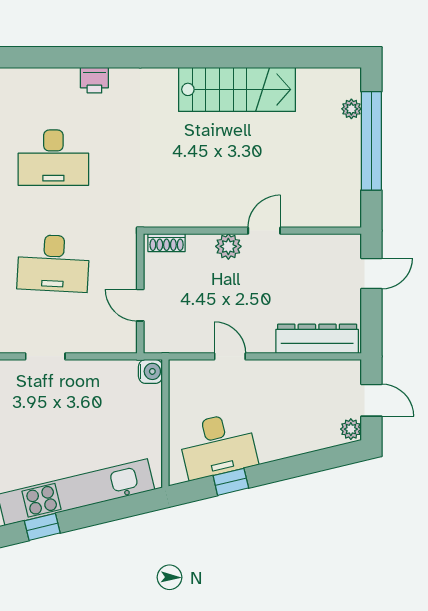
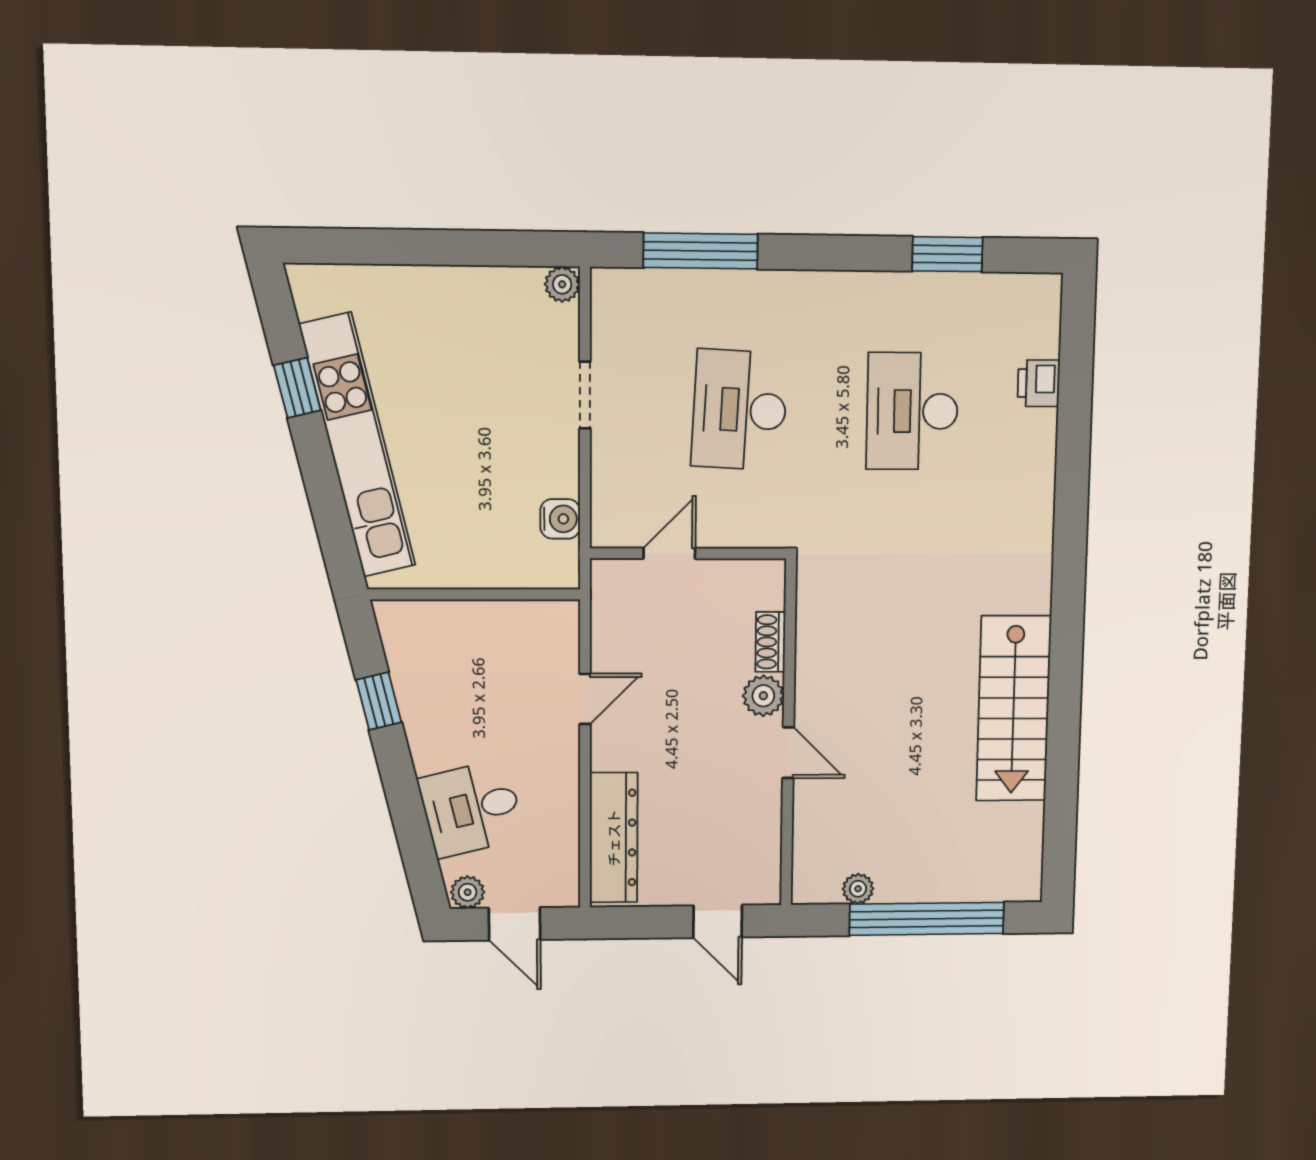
printer: (94, 80) -> (1039, 383), moved
plant: (351, 109) -> (858, 889), moved
shoe rack: (167, 243) -> (770, 642), moved
water cooler: (150, 371) -> (560, 519), moved, turned -90
door: (371, 400) -> (515, 924), hinge flipped
desk: (218, 446) -> (471, 809), moved, width x0.73

